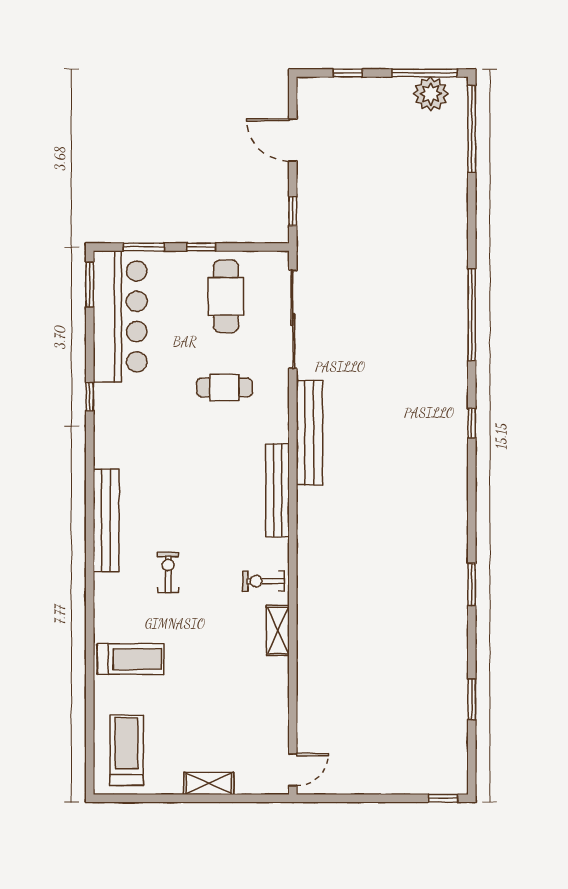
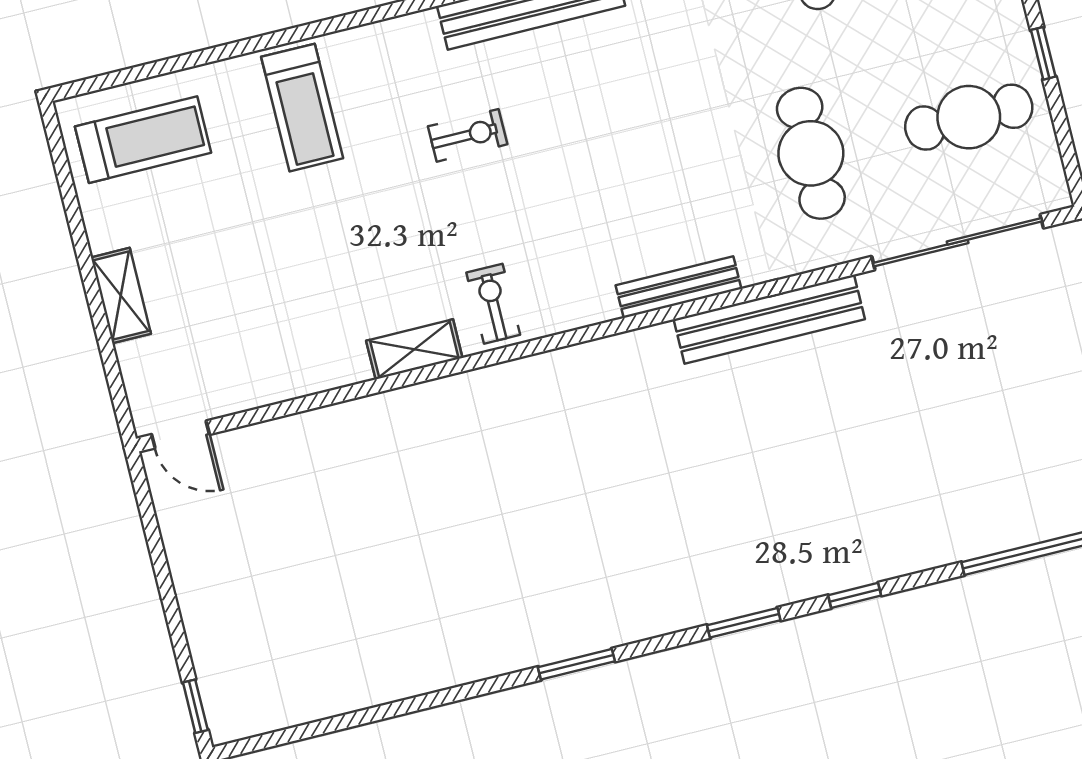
cafe table: (224, 387) -> (811, 153), width x1.37, depth x1.35
bench: (278, 490) -> (679, 287), width x0.73, depth x0.82
window: (472, 699) -> (744, 623), moved

